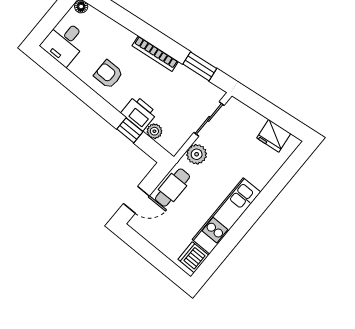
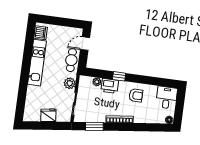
window: (130, 130) -> (119, 76), moved
fridge: (274, 136) -> (48, 115), moved

